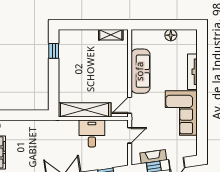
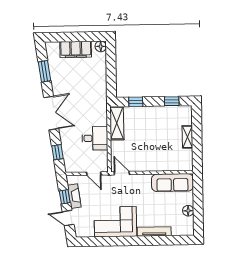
shelving: (111, 35) -> (187, 137), moved
sofa: (140, 71) -> (172, 183), moved
window: (54, 89) -> (136, 102), added
shelving: (85, 110) -> (117, 123), width x0.68

